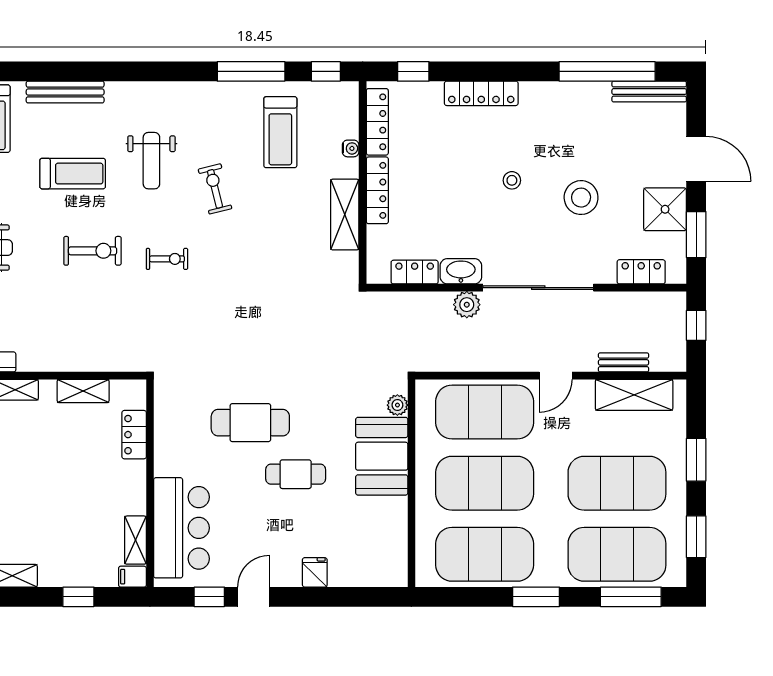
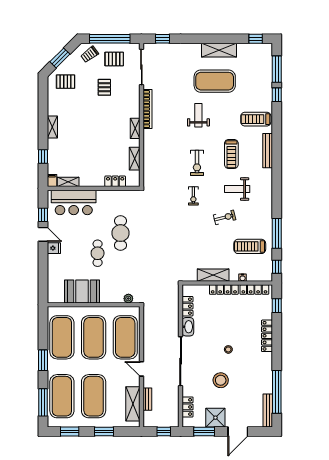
plant: (467, 305) -> (173, 329), removed
booth: (382, 456) -> (82, 292), moved
fridge: (315, 572) -> (54, 248), moved

